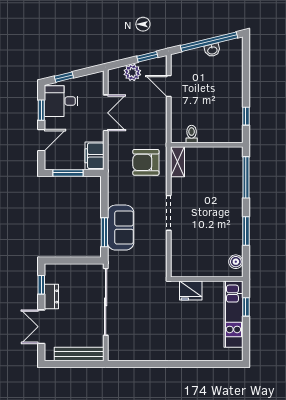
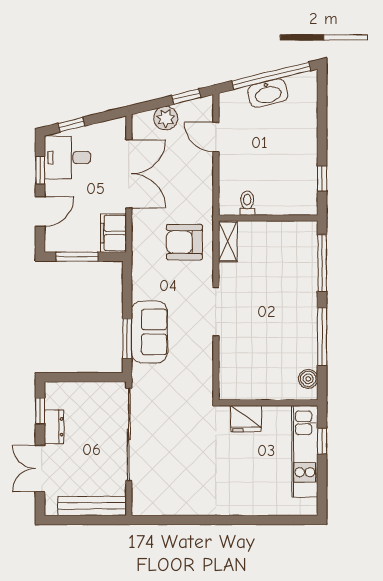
washbasin: (212, 50) -> (268, 93), width x1.91, depth x1.45
double door: (106, 113) -> (129, 174), width x1.37
window: (246, 231) -> (322, 337), width x1.44

